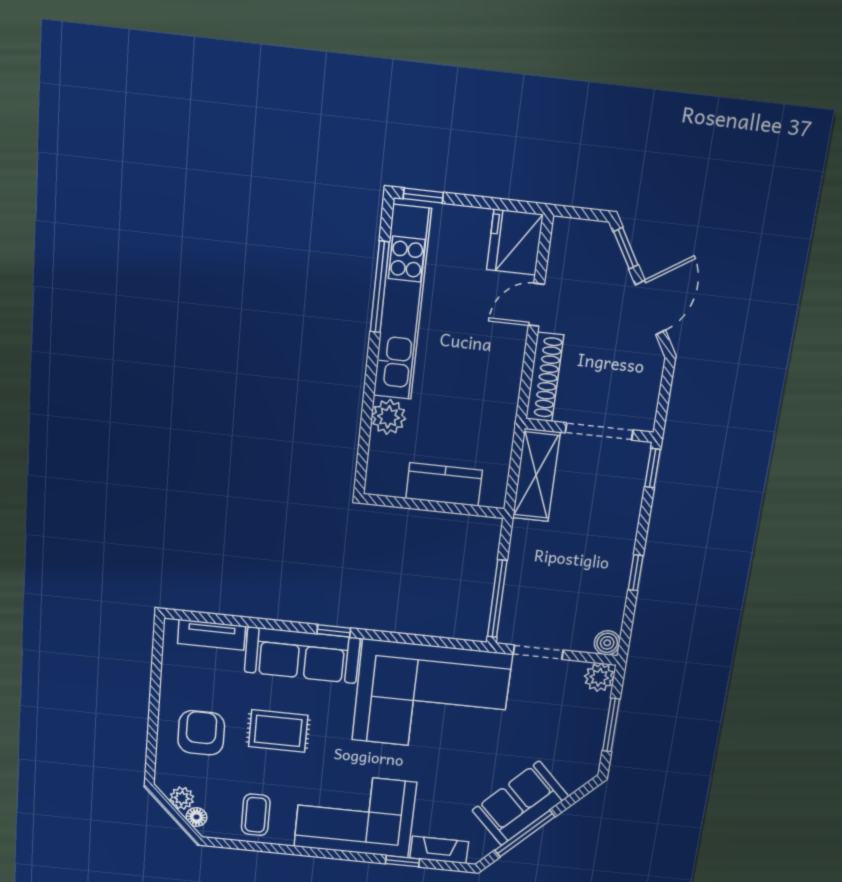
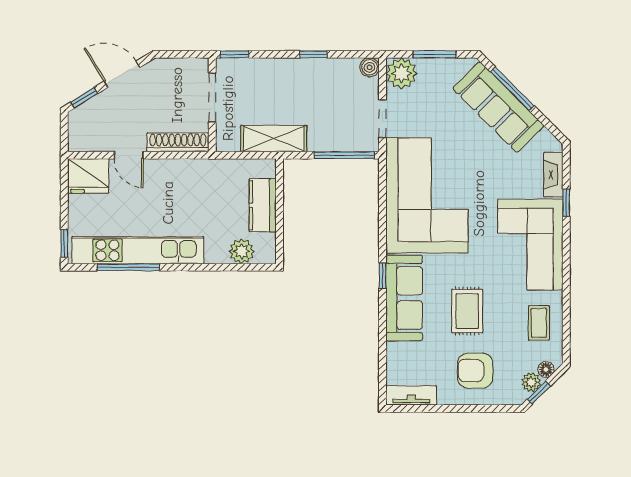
plant: (389, 417) -> (242, 251), moved
shelving: (536, 475) -> (274, 139), moved
tv unit: (211, 635) -> (411, 395), moved, turned -90
plant: (599, 677) -> (401, 73), width x1.36, depth x1.36
sofa: (520, 803) -> (498, 107), width x1.36
window: (168, 806) -> (539, 393), added
coffee table: (256, 815) -> (539, 323), turned 90
window: (525, 834) -> (512, 89), moved

